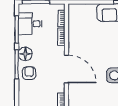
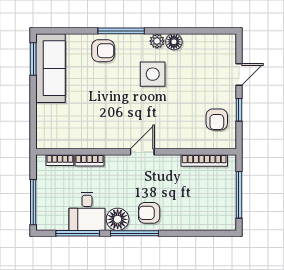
desk: (30, 24) -> (87, 211), moved
door: (67, 69) -> (142, 152), width x0.53

